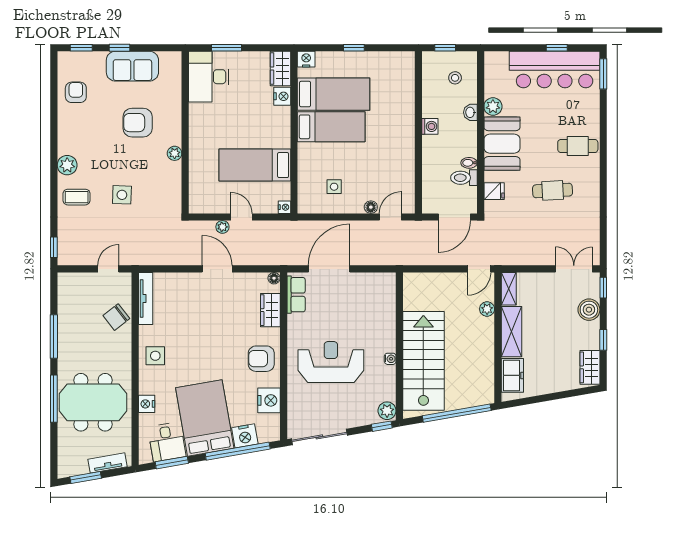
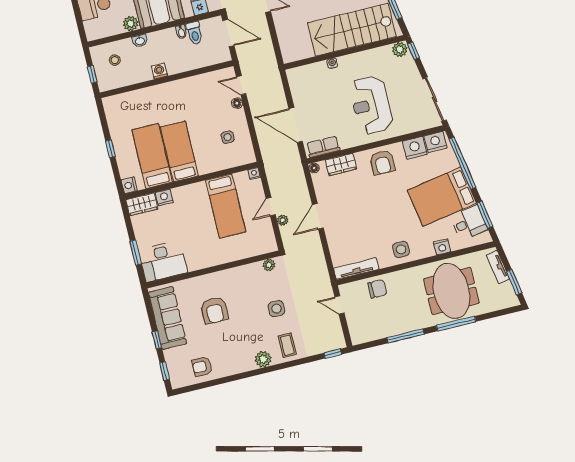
sofa: (132, 66) -> (168, 318), width x1.36
plant: (175, 153) -> (269, 265), moved
chair: (116, 317) -> (377, 289), turned -52
water cooler: (390, 359) -> (332, 63), moved
nightstand: (245, 436) -> (435, 142), moved, turned -80

